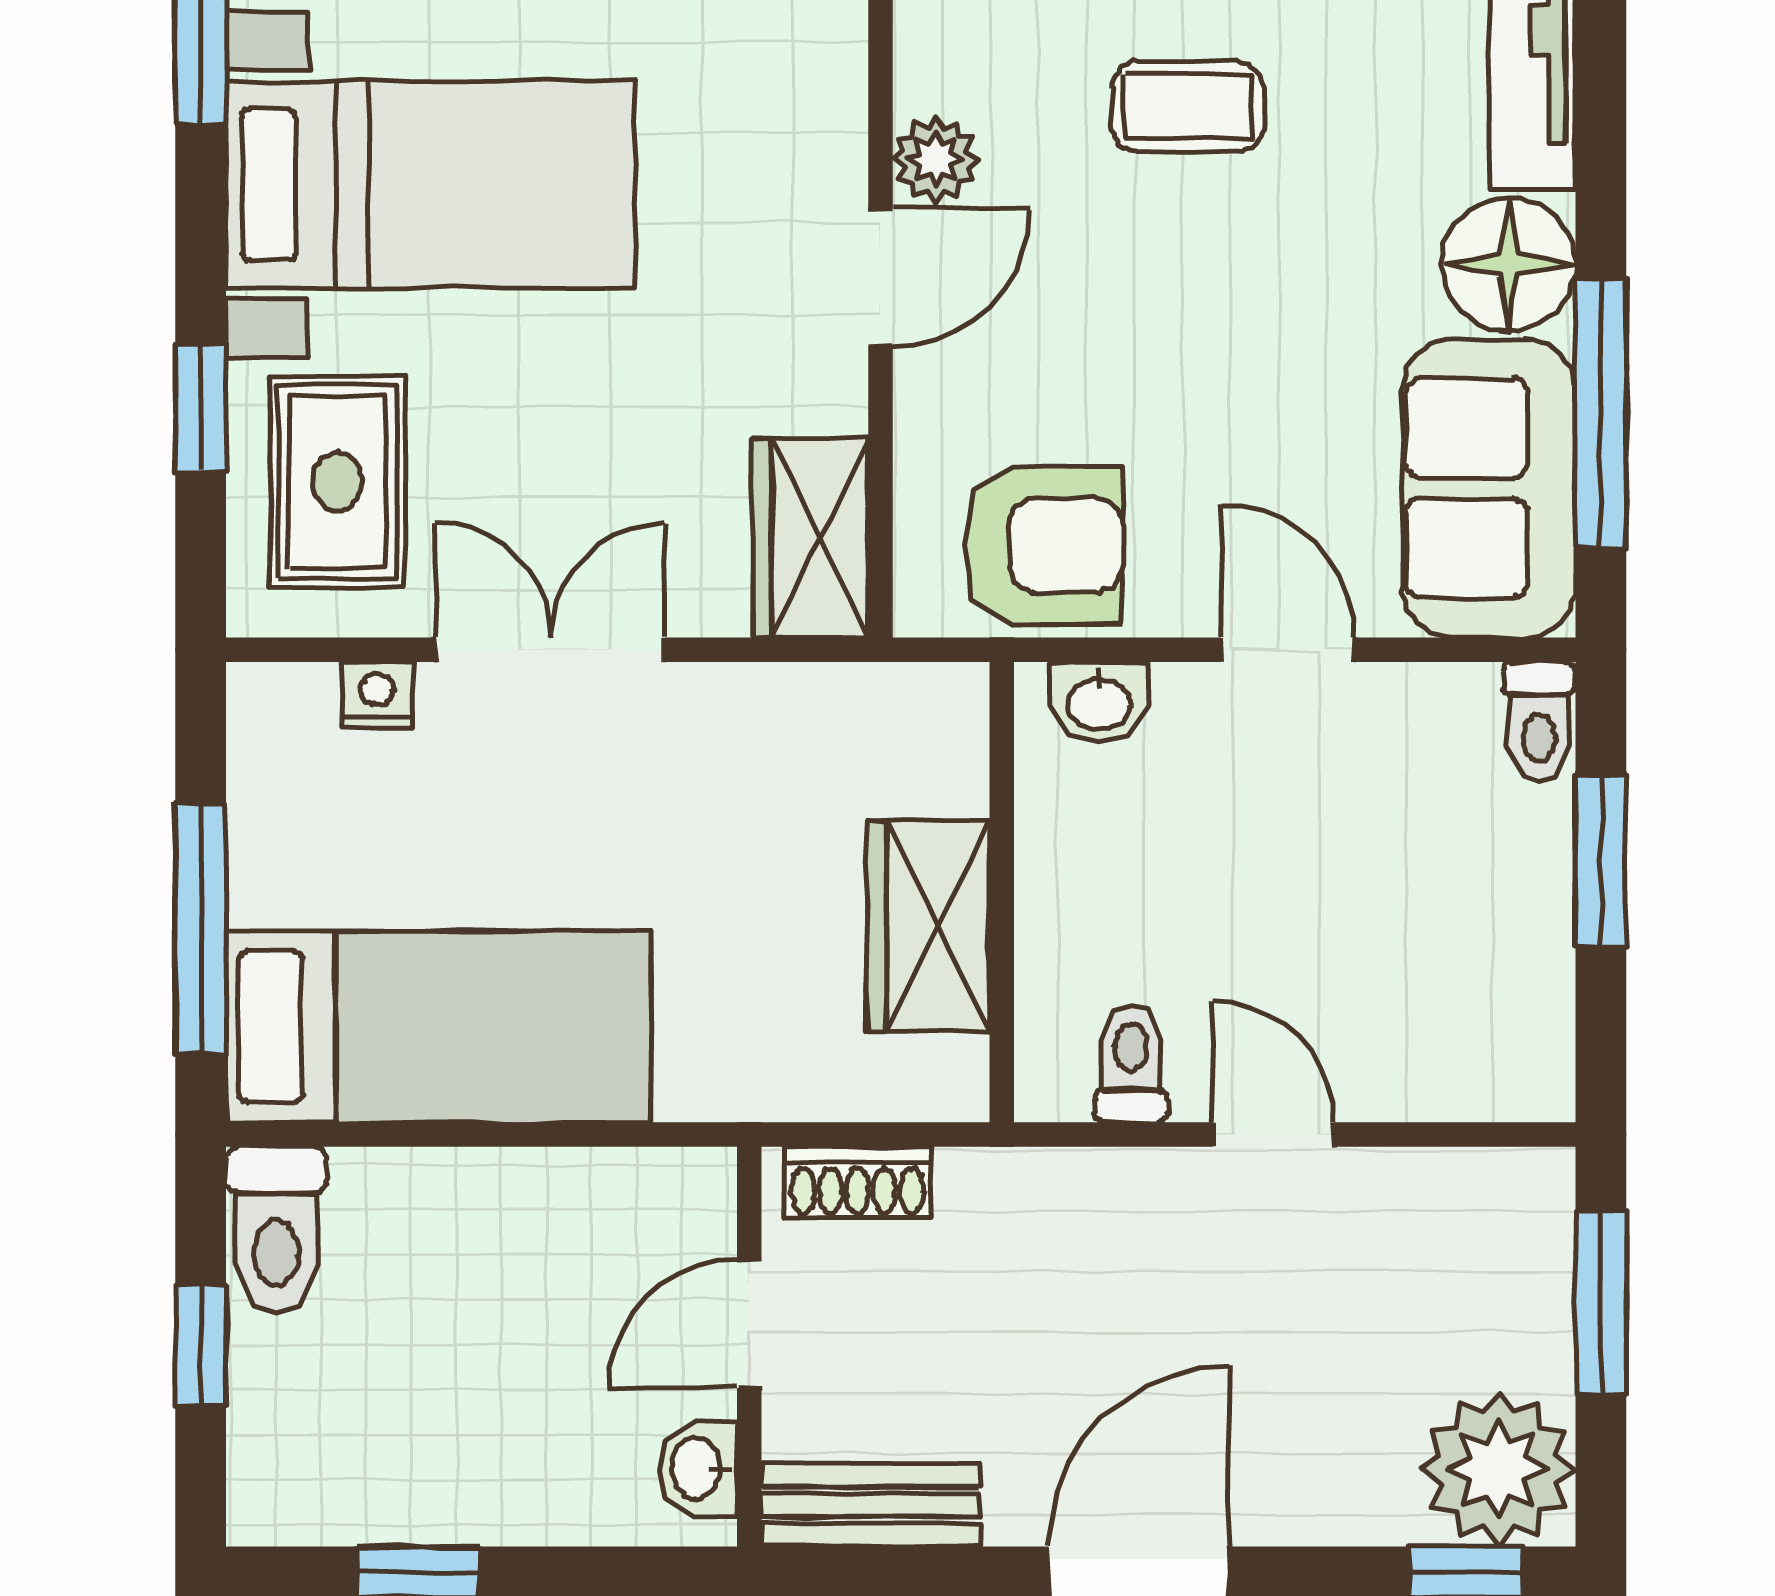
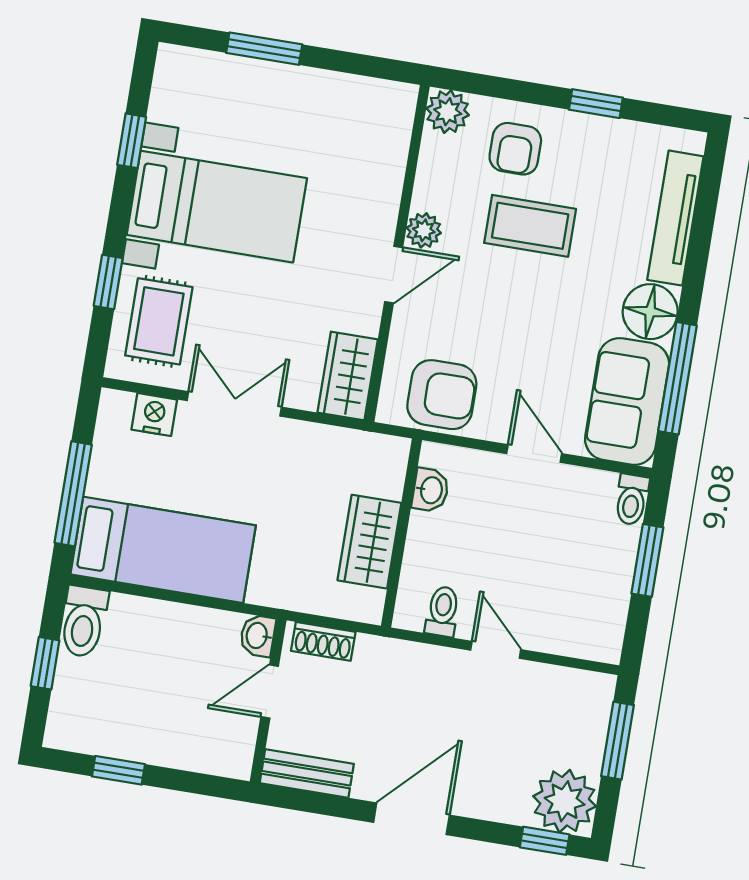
coffee table: (1188, 106) -> (530, 226), width x1.36, depth x1.30
nightstand: (377, 695) -> (154, 415), width x1.39, depth x1.35
washbasin: (1099, 702) -> (430, 490), moved, turned -90
washbasin: (698, 1469) -> (258, 636), moved

